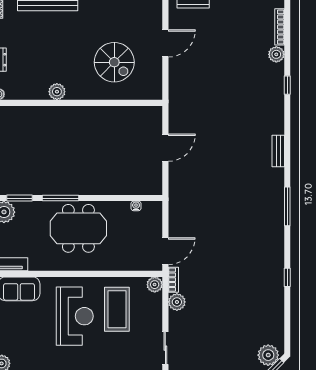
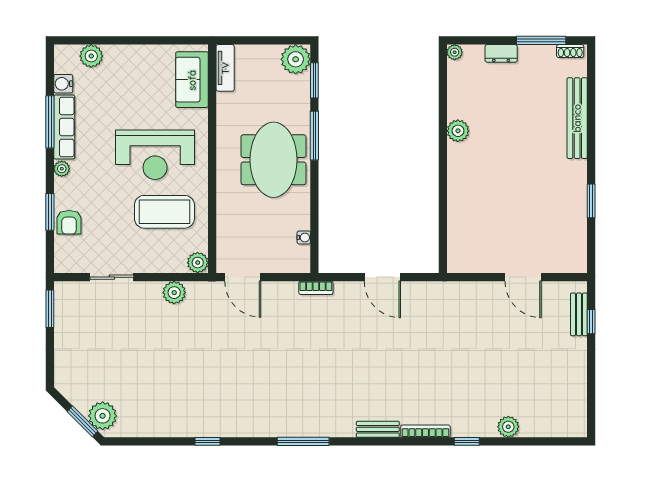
bookcase: (280, 27) -> (425, 431), moved
spiral stairs: (114, 62) -> (498, 208), removed
bookcase: (173, 280) -> (316, 288), moved

